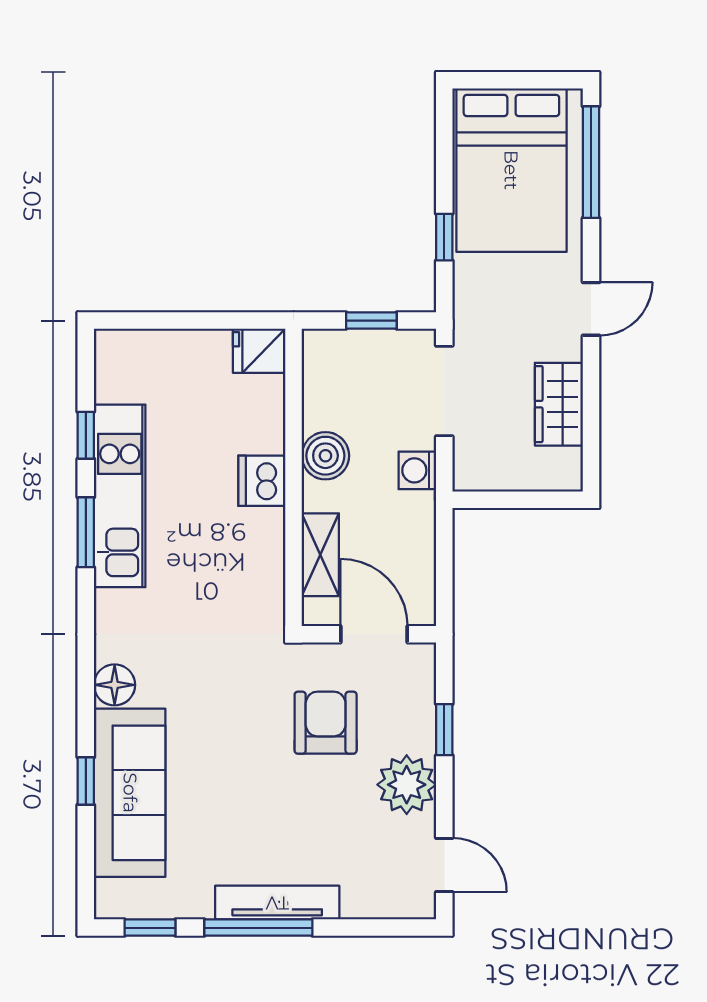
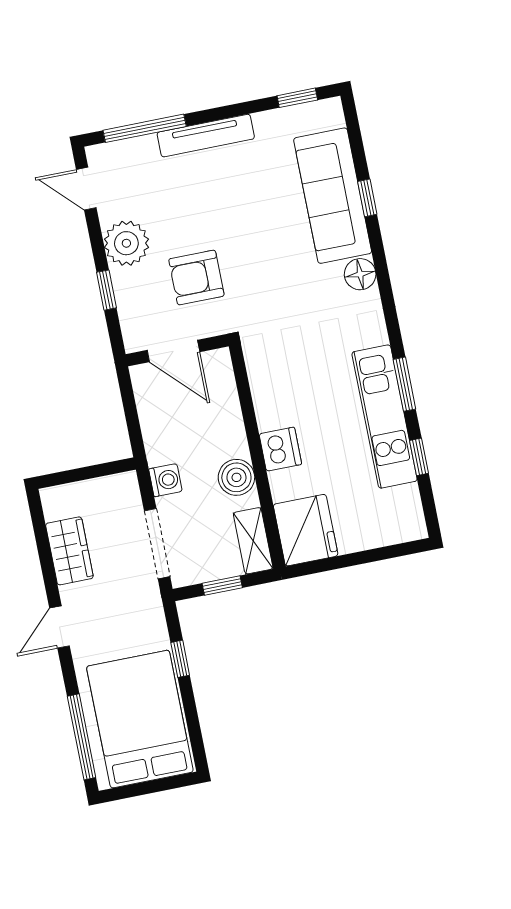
fridge: (259, 351) -> (306, 530), width x1.88, depth x1.34
shelving: (320, 555) -> (253, 541), moved
armchair: (326, 723) -> (196, 277), turned 90
window: (258, 928) -> (145, 128), moved

